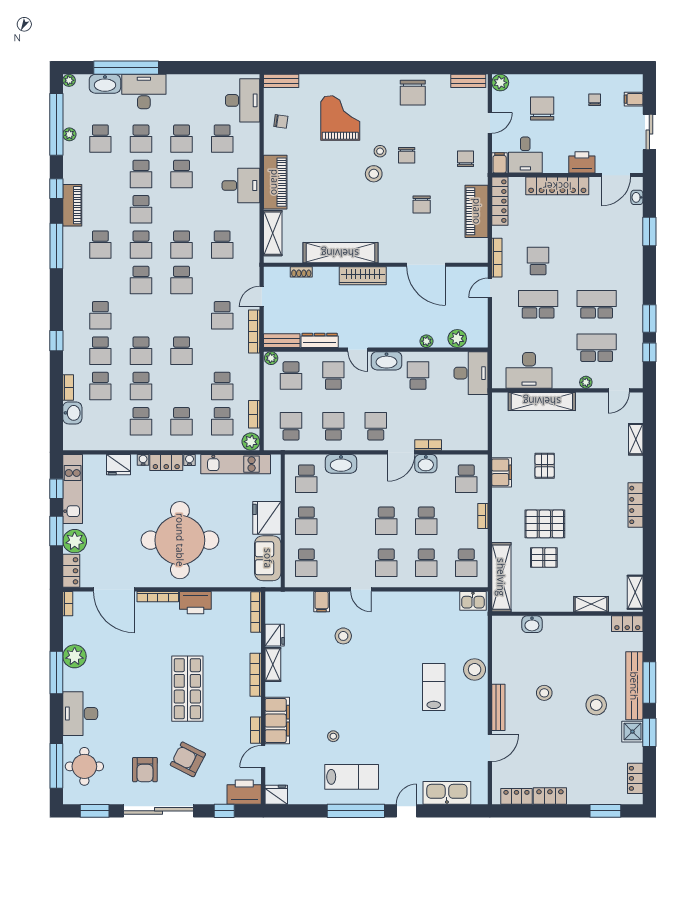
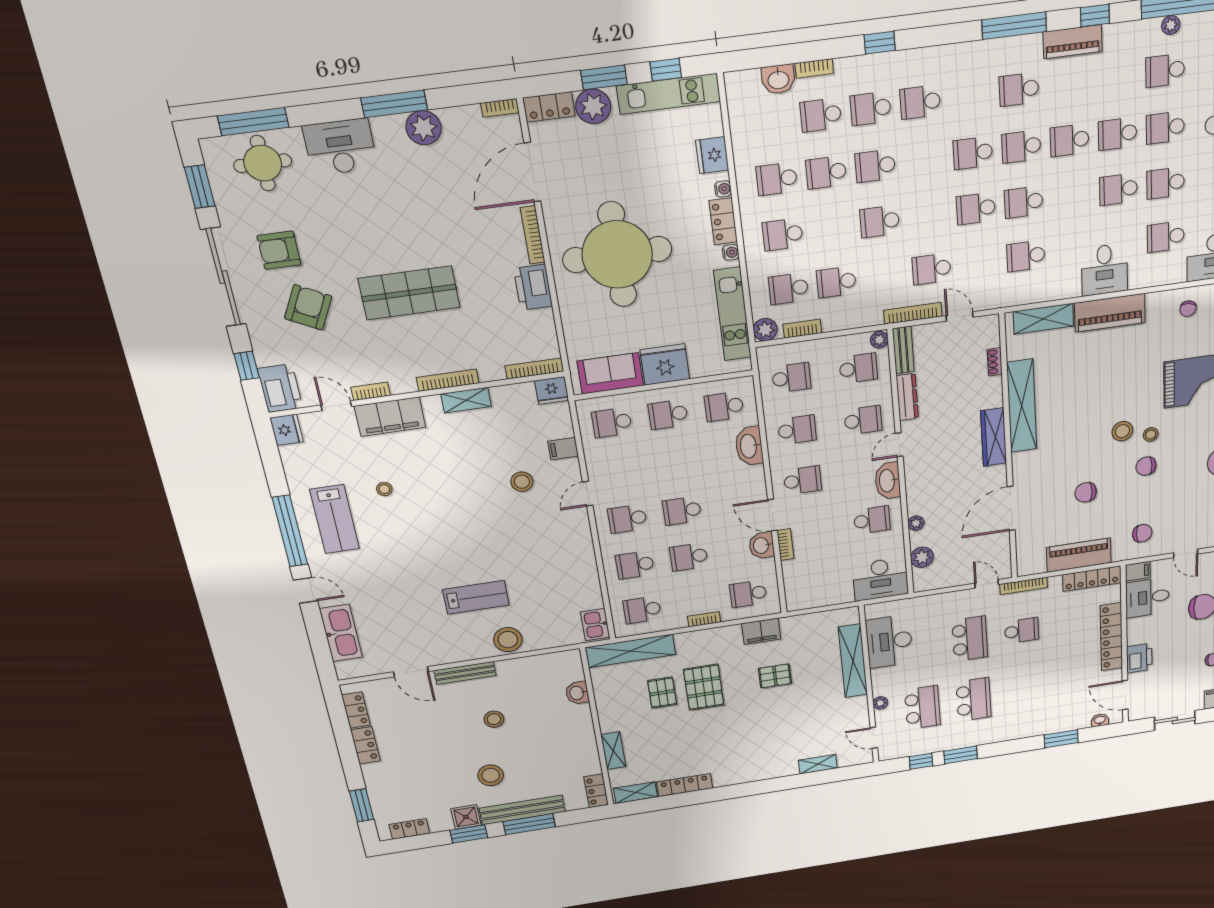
school desk: (291, 376) -> (858, 368), turned 180
locker: (635, 505) -> (685, 785), moved
fridge: (275, 635) -> (552, 390), moved

